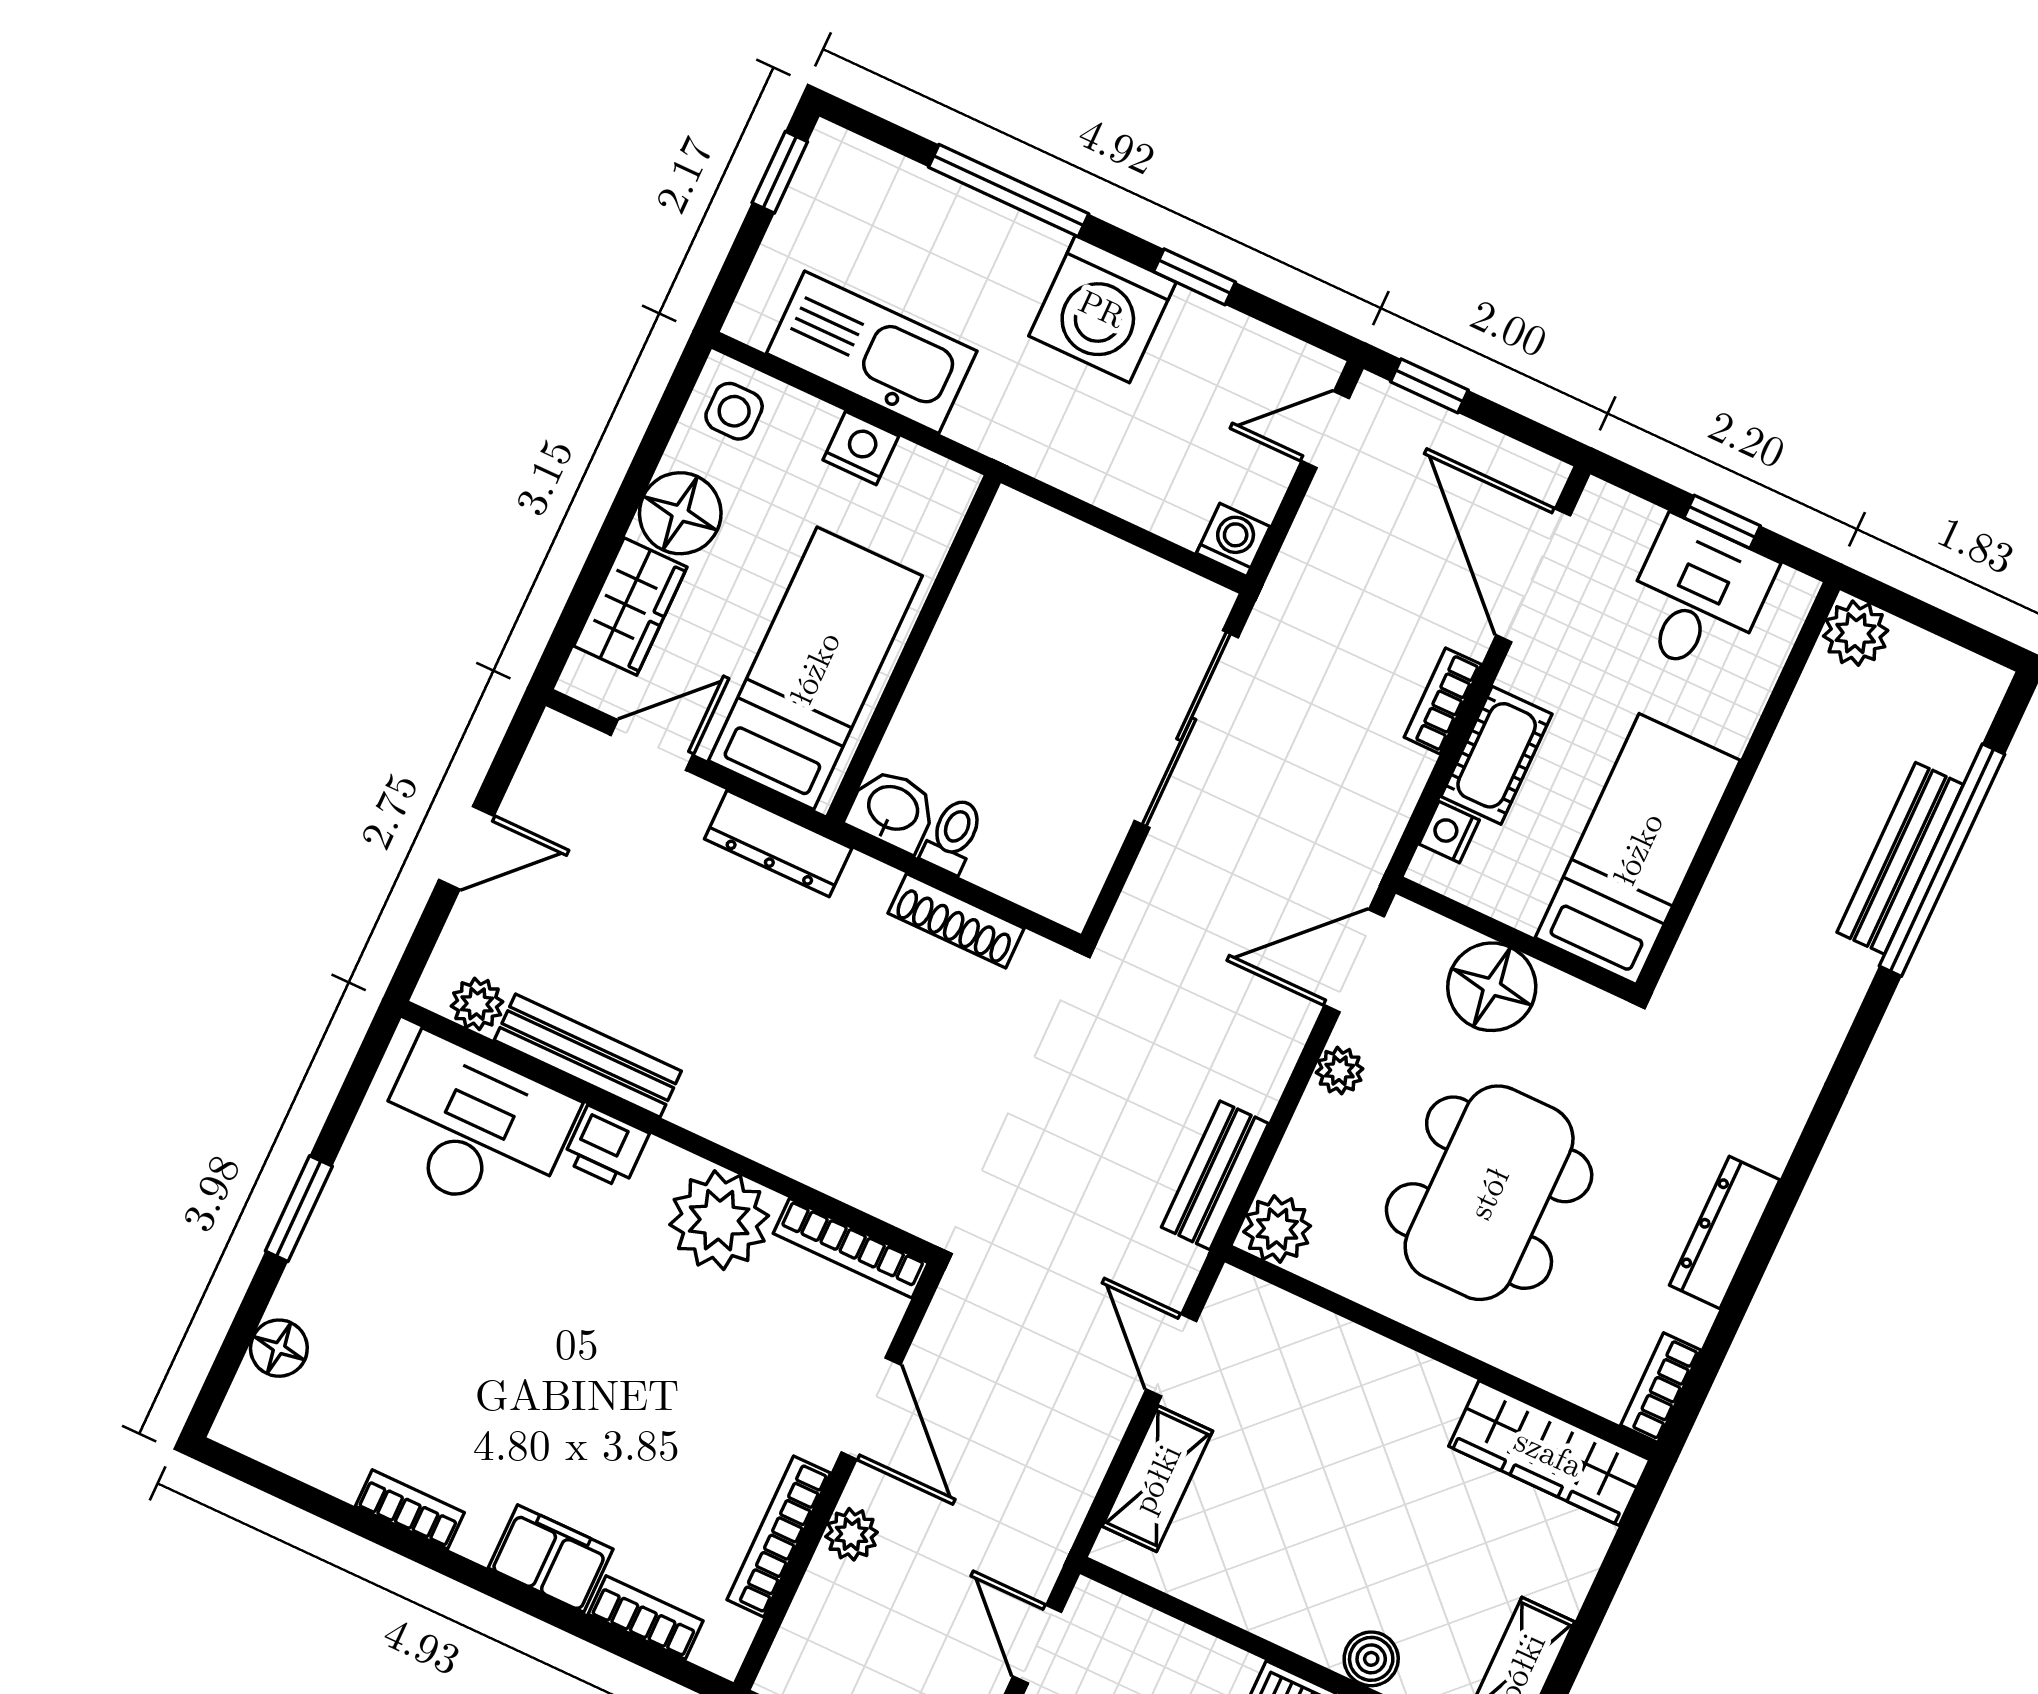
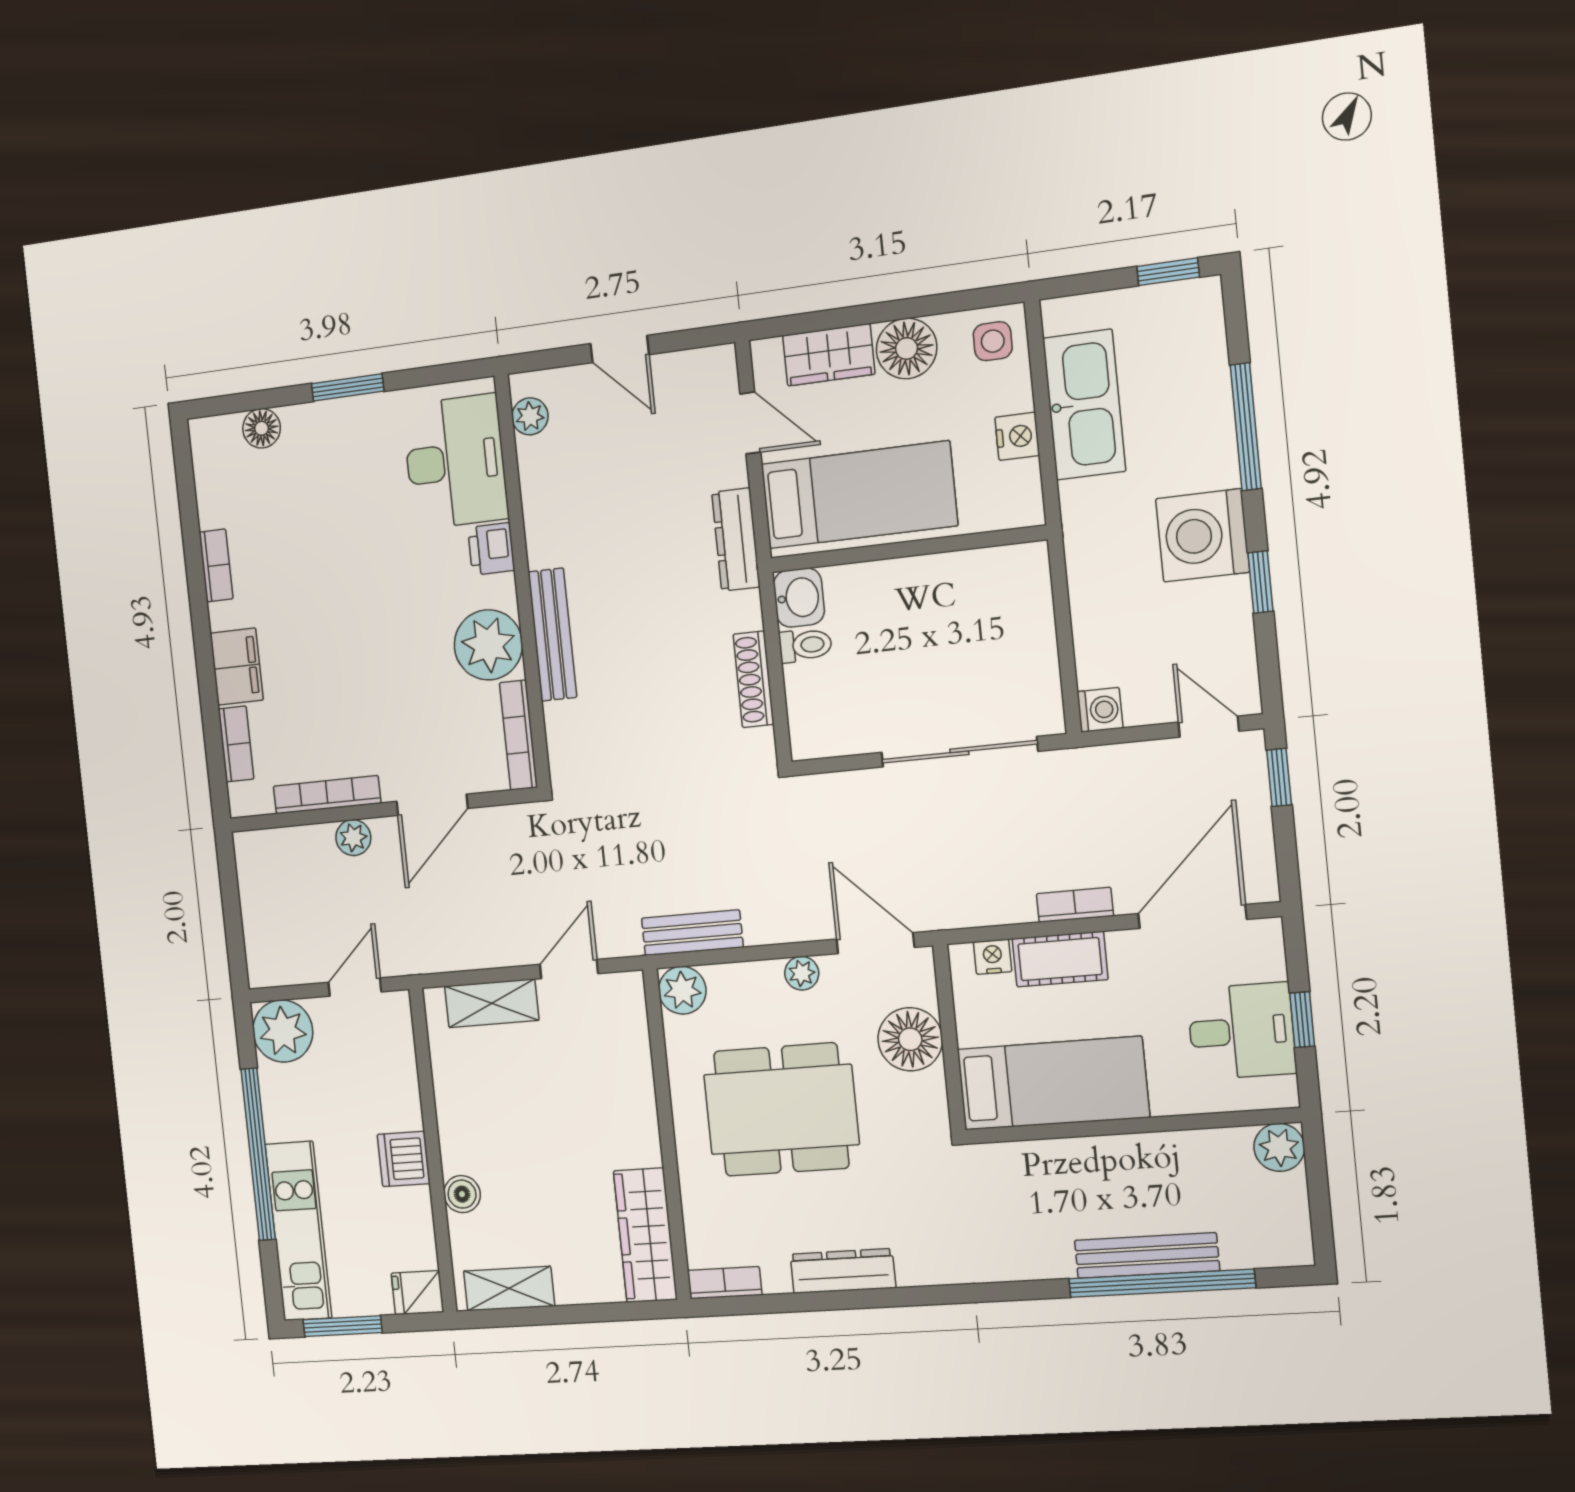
bench: (588, 1056) -> (552, 635), moved

